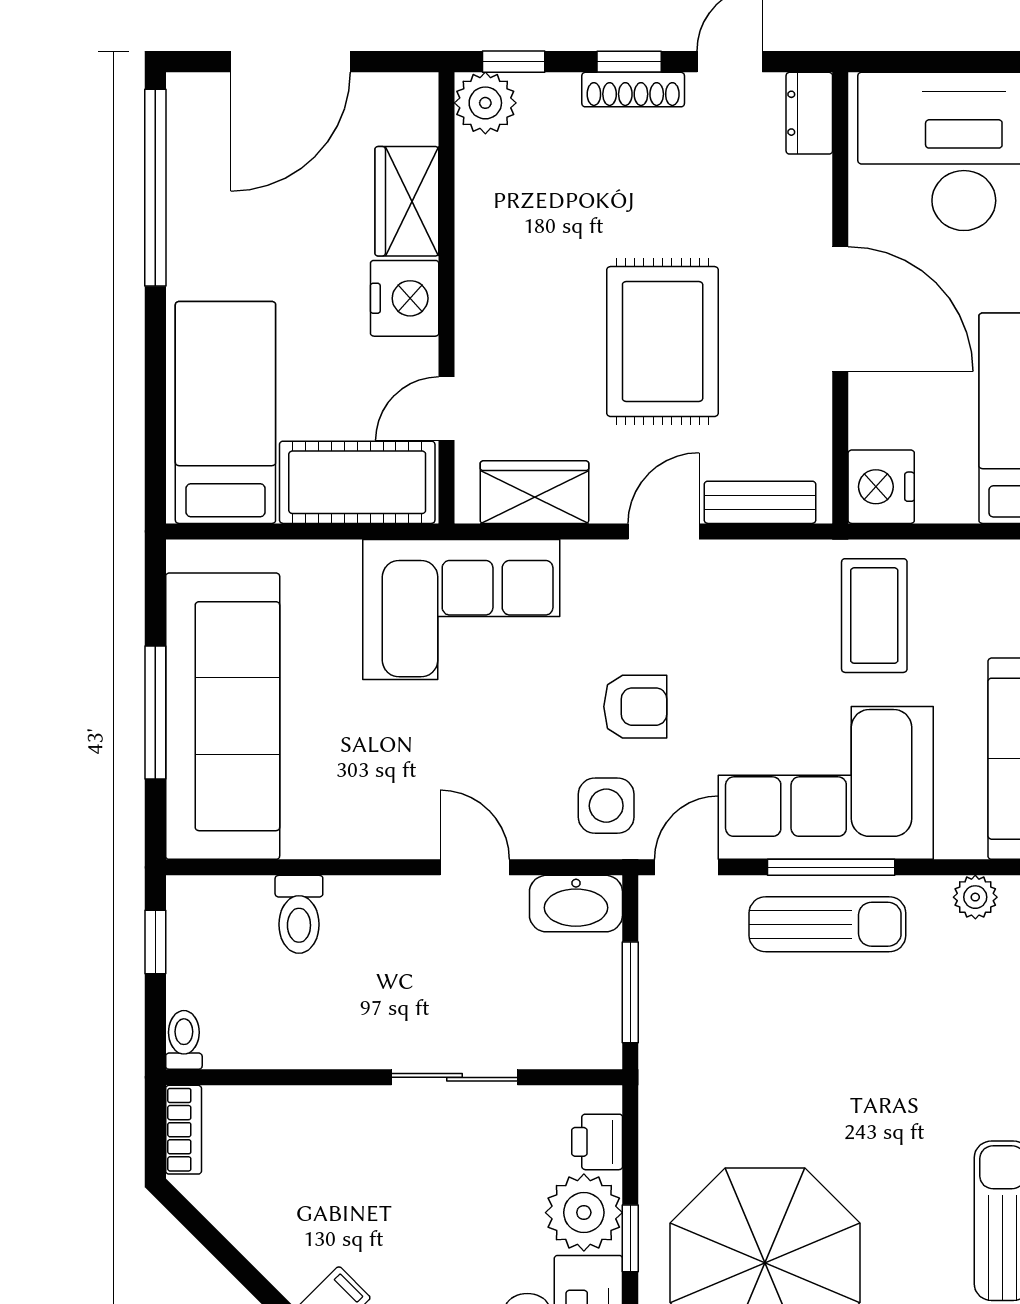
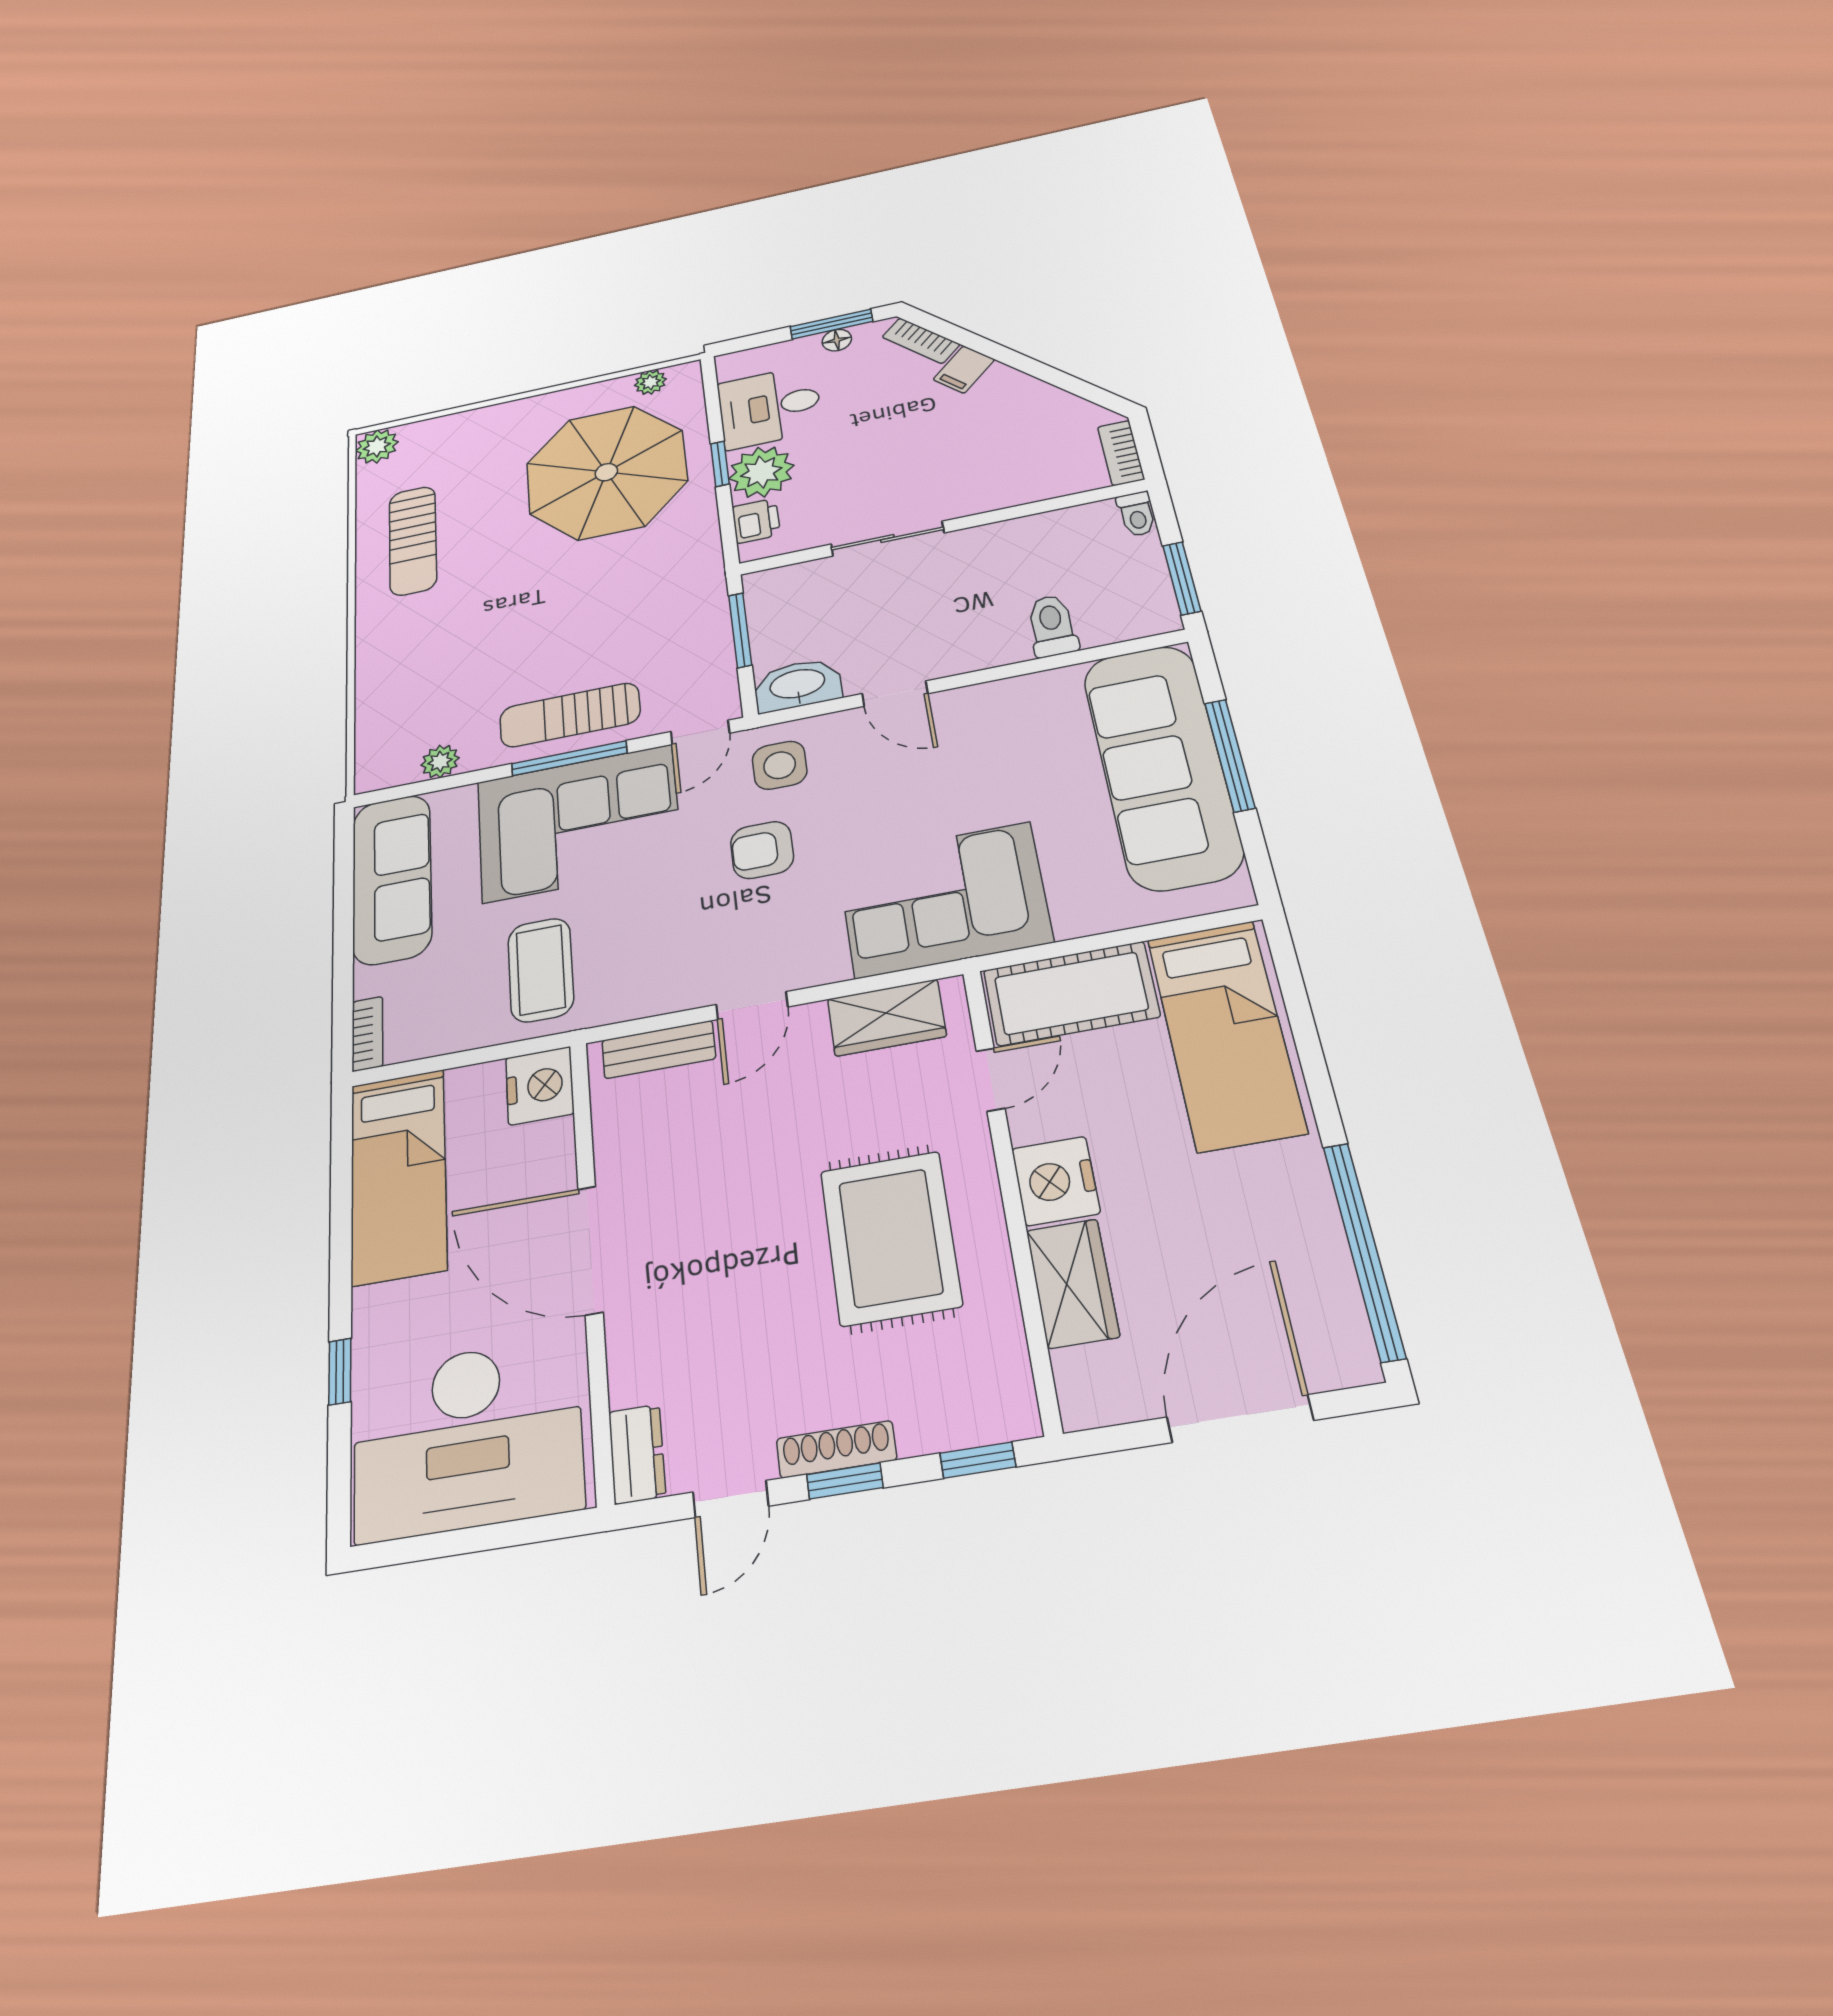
plant: (485, 103) -> (1003, 1407), removed
rug: (663, 342) -> (890, 1238), moved
window: (155, 942) -> (1182, 578), width x1.50

